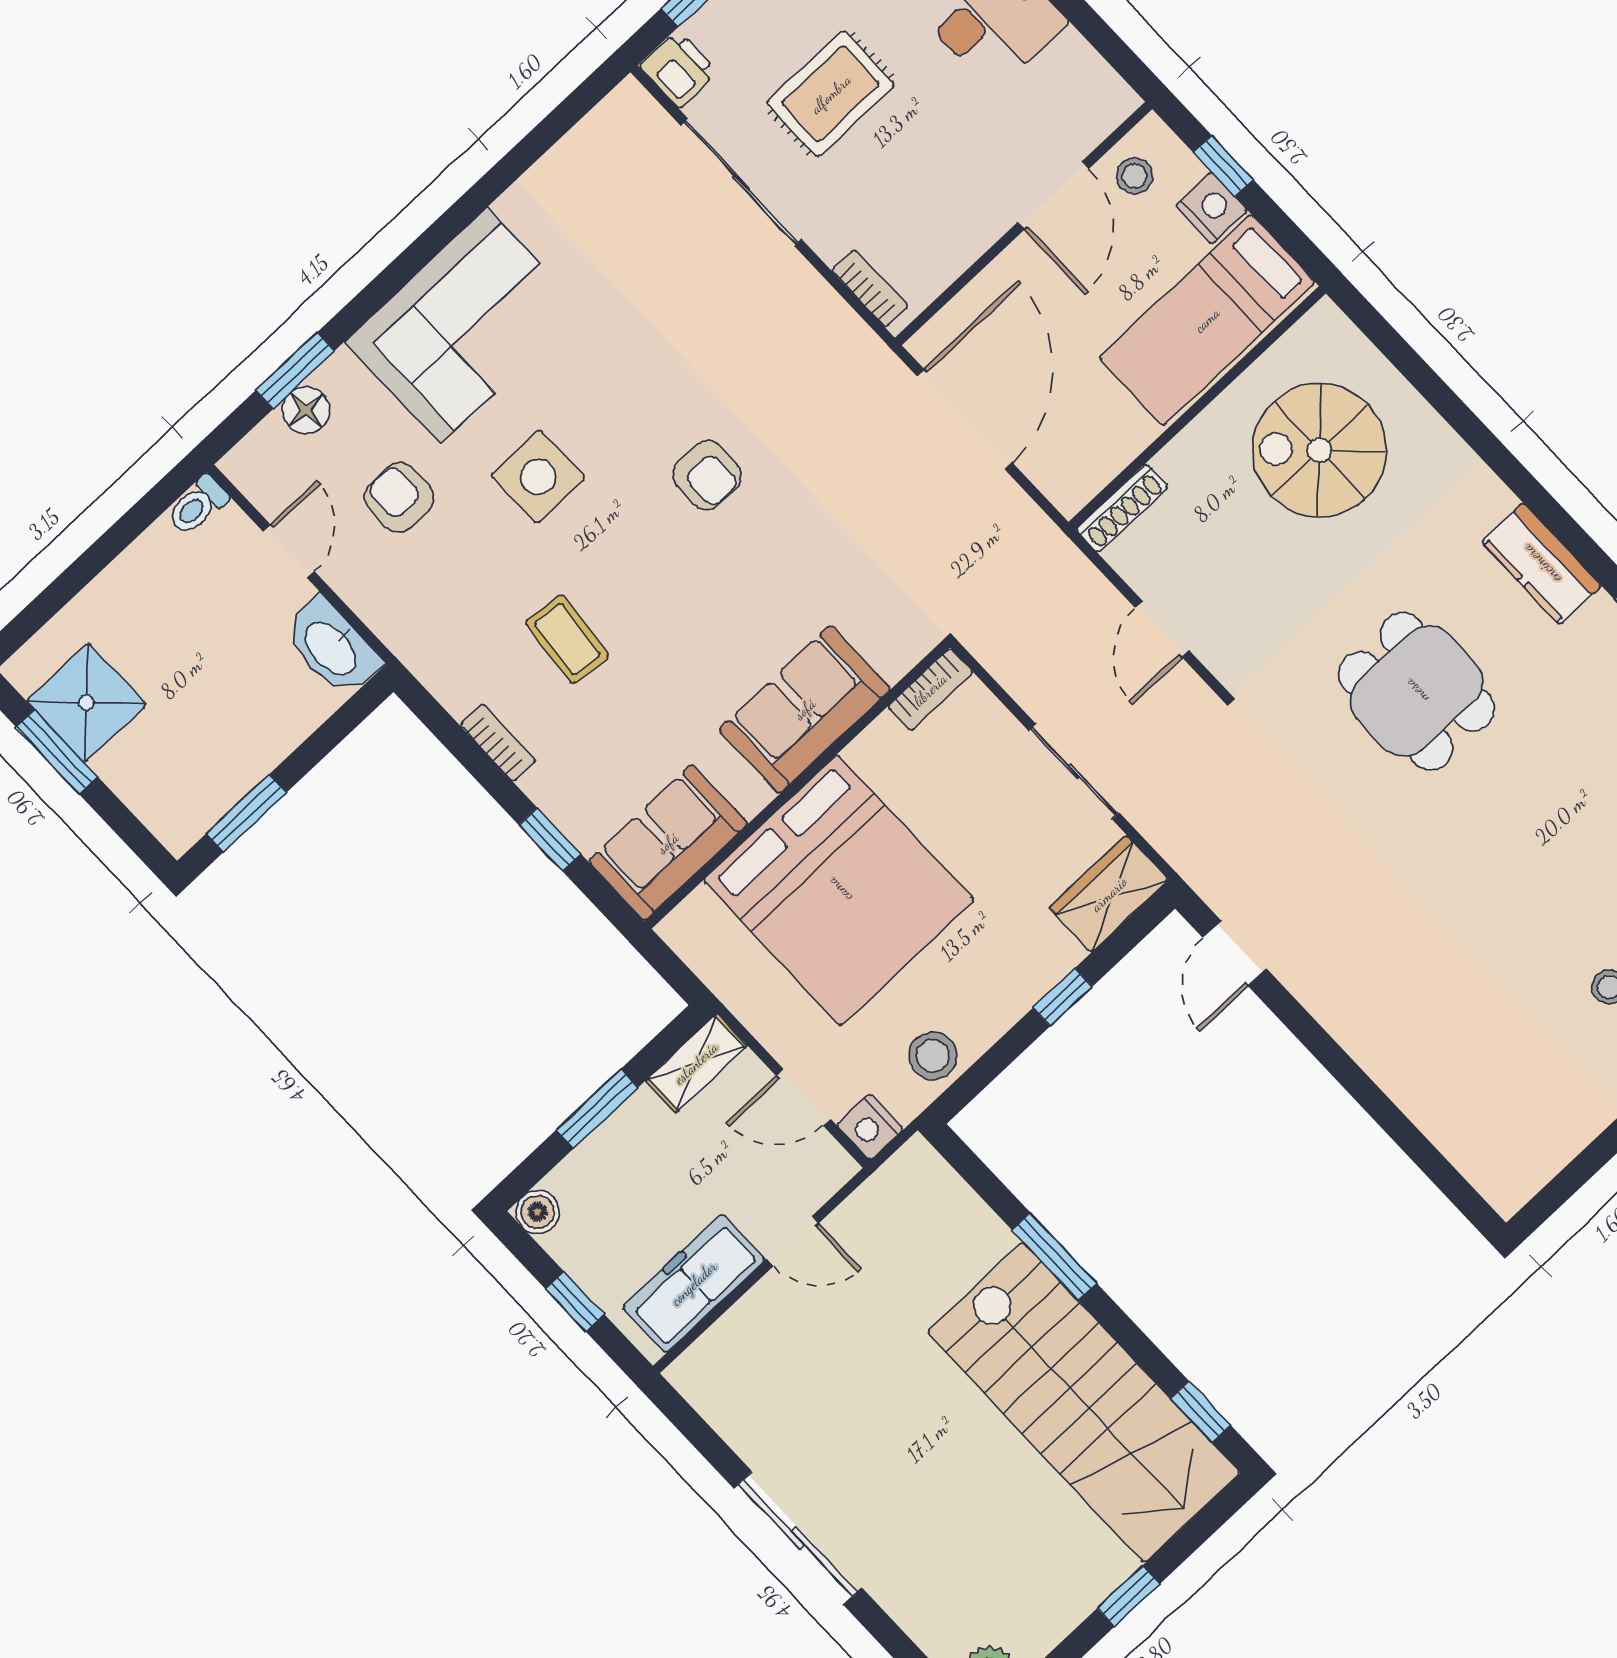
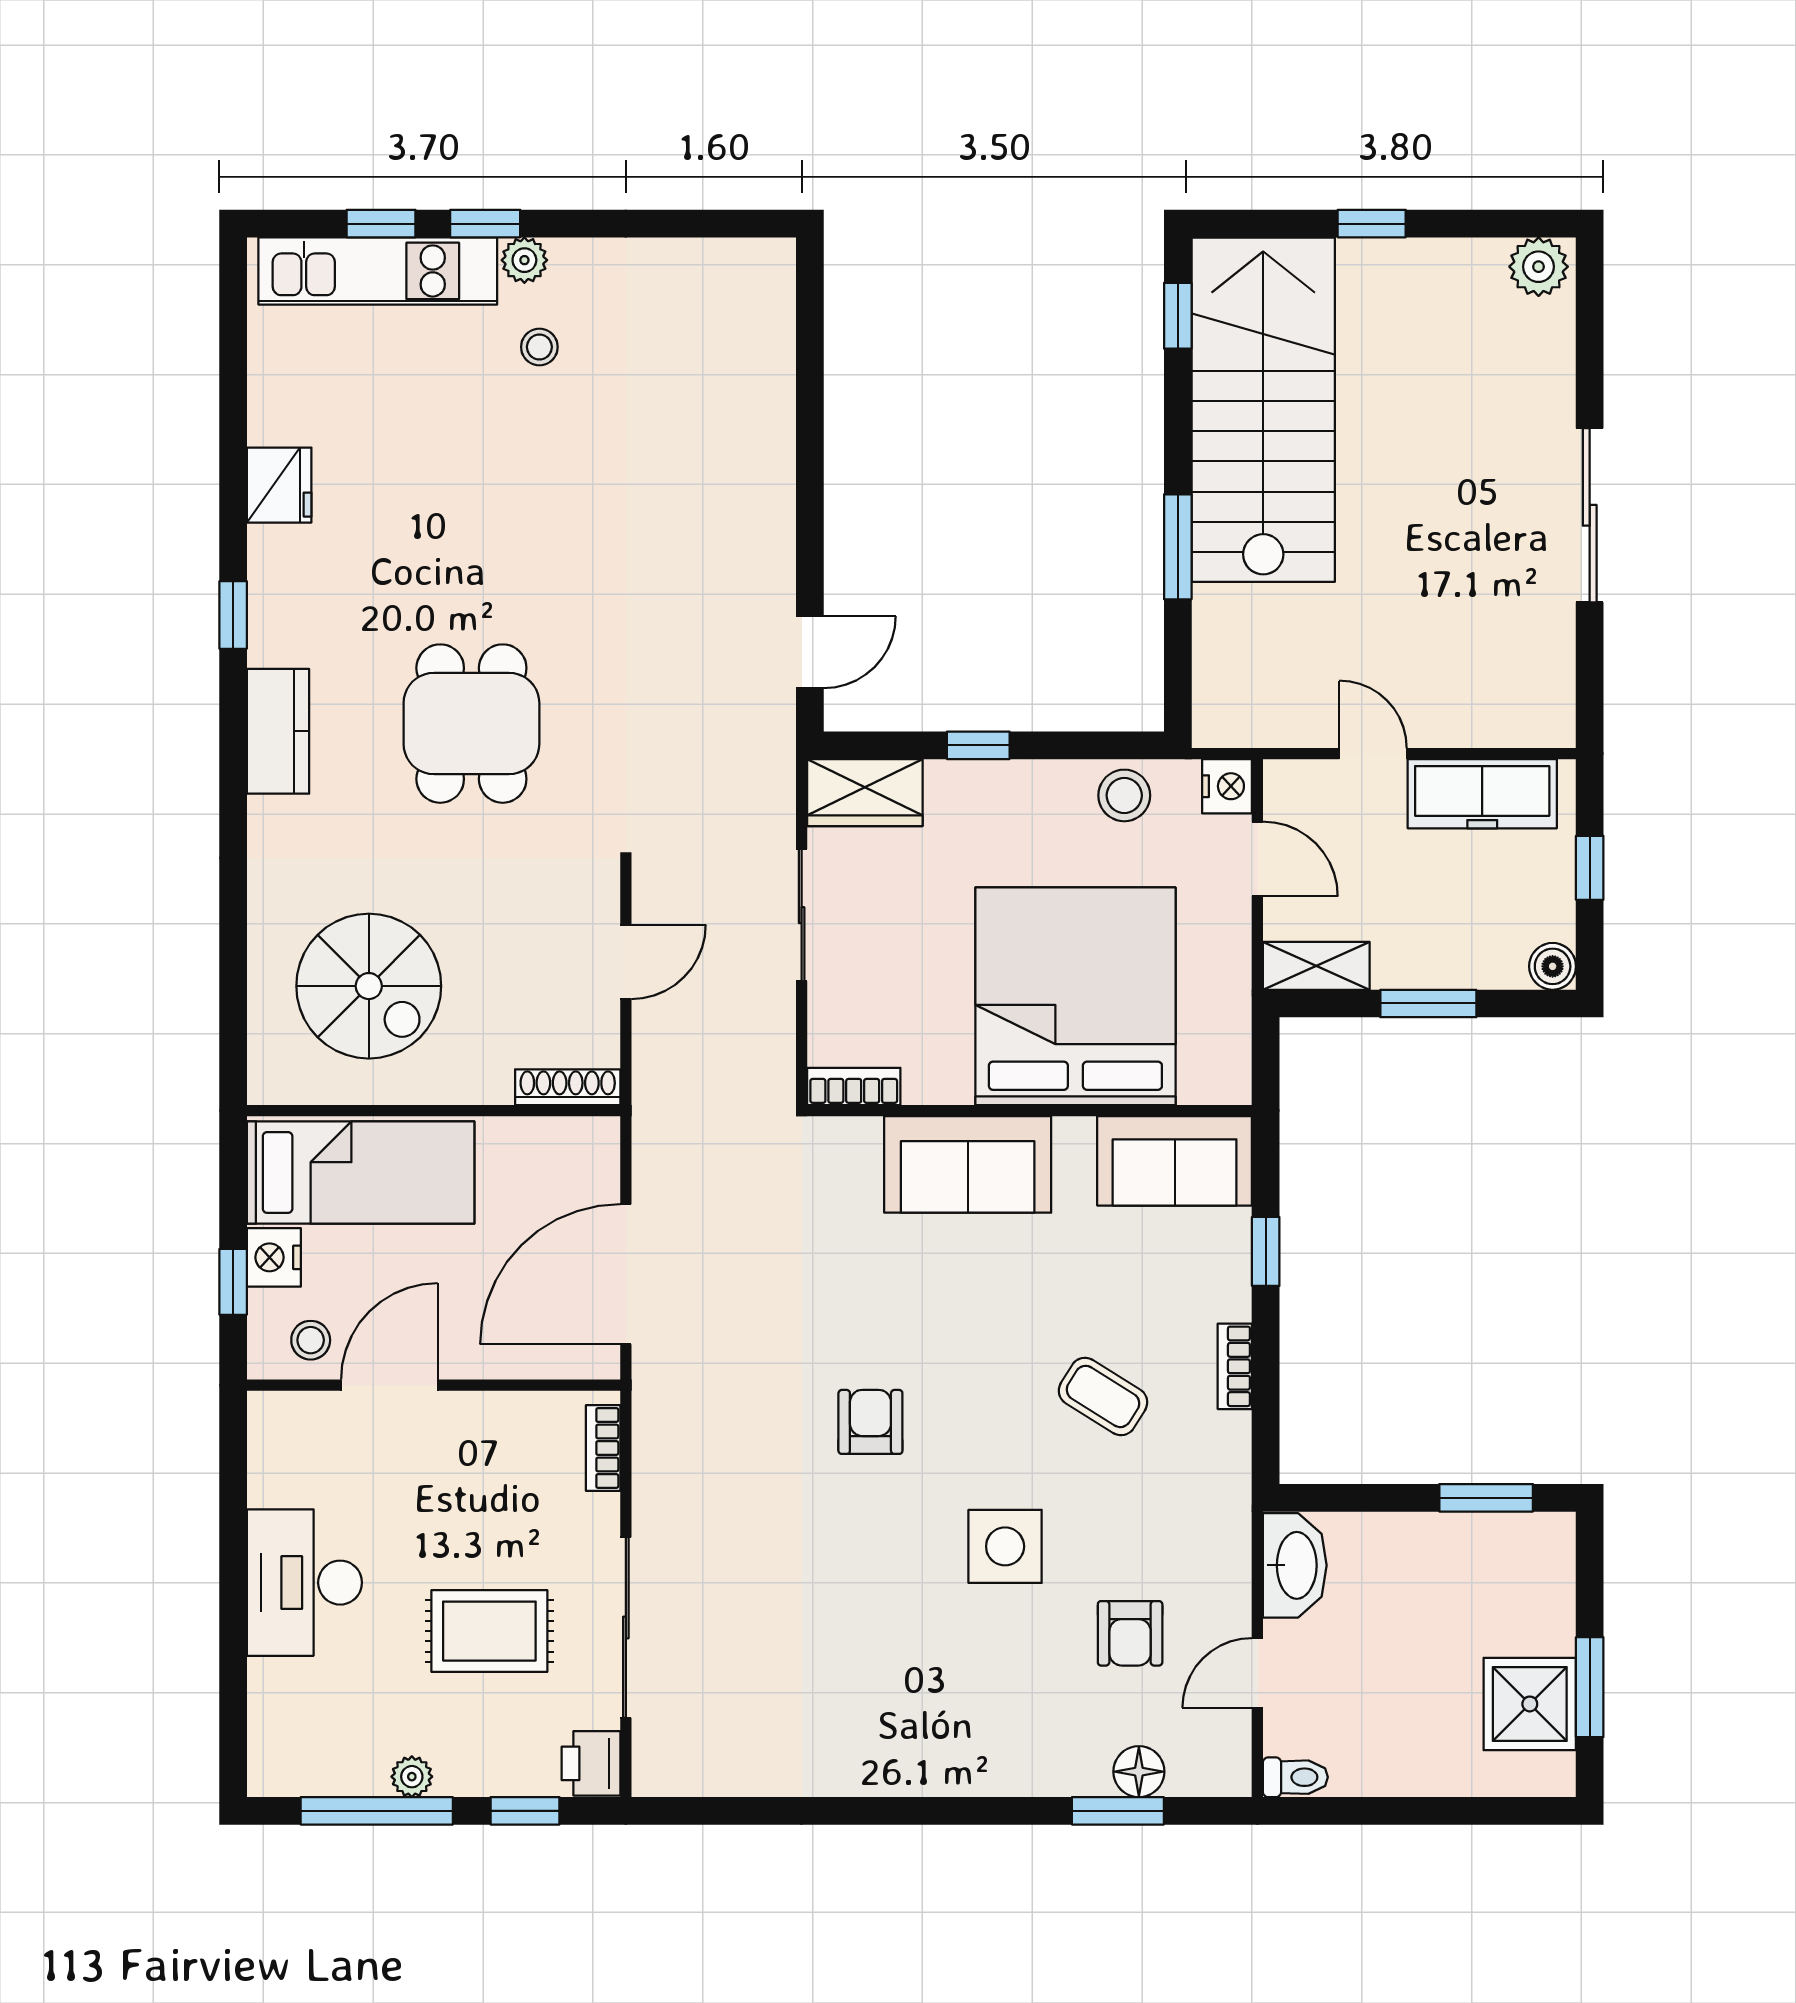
corner sofa: (463, 326) -> (952, 1721), removed
coffee table: (567, 639) -> (1103, 1396), turned -64

